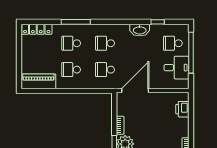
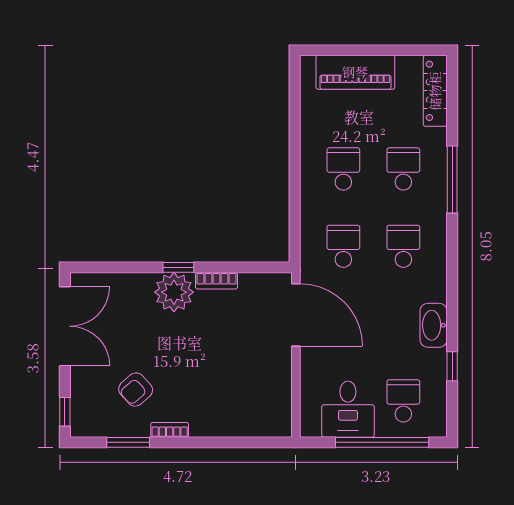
piano: (38, 81) -> (355, 72), moved, turned 90
printer: (182, 109) -> (253, 422), removed

